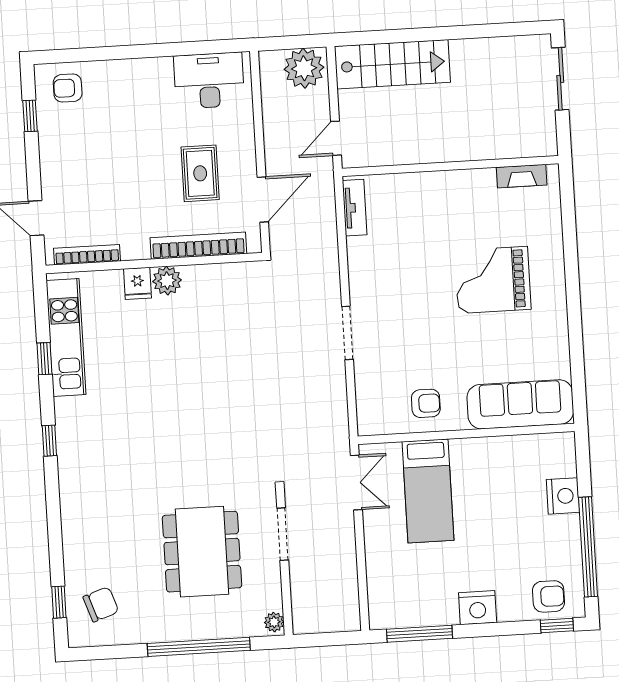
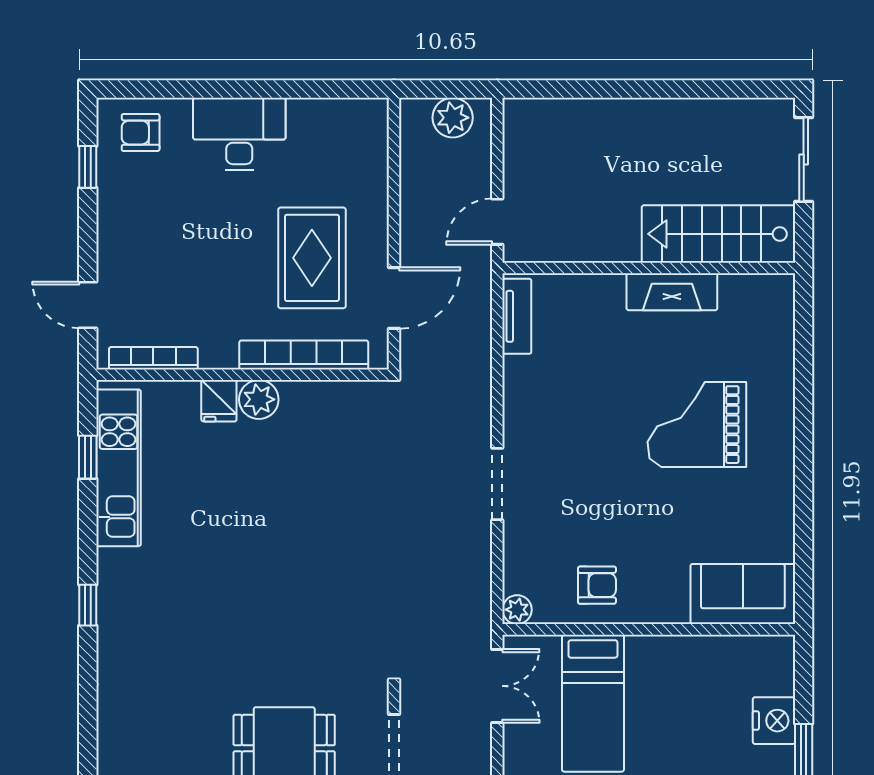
stairs: (392, 64) -> (718, 234), moved, turned 180
plant: (304, 68) -> (453, 118), width x0.73, depth x0.73
desk: (209, 81) -> (239, 134), moved
rug: (200, 173) -> (312, 258), width x1.36, depth x1.43
fireplace: (522, 176) -> (672, 292), moved, width x1.37, depth x1.32
window: (44, 359) -> (88, 457), moved
sofa: (520, 404) -> (743, 594), width x0.73
plant: (368, 425) -> (517, 610), added

